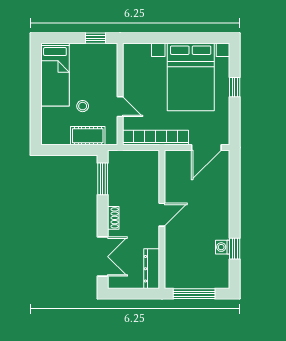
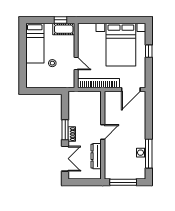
cot: (88, 136) -> (64, 29), moved
window: (103, 179) -> (65, 130), moved
window: (235, 249) -> (149, 154), width x2.17
dresser: (152, 269) -> (96, 156), moved

